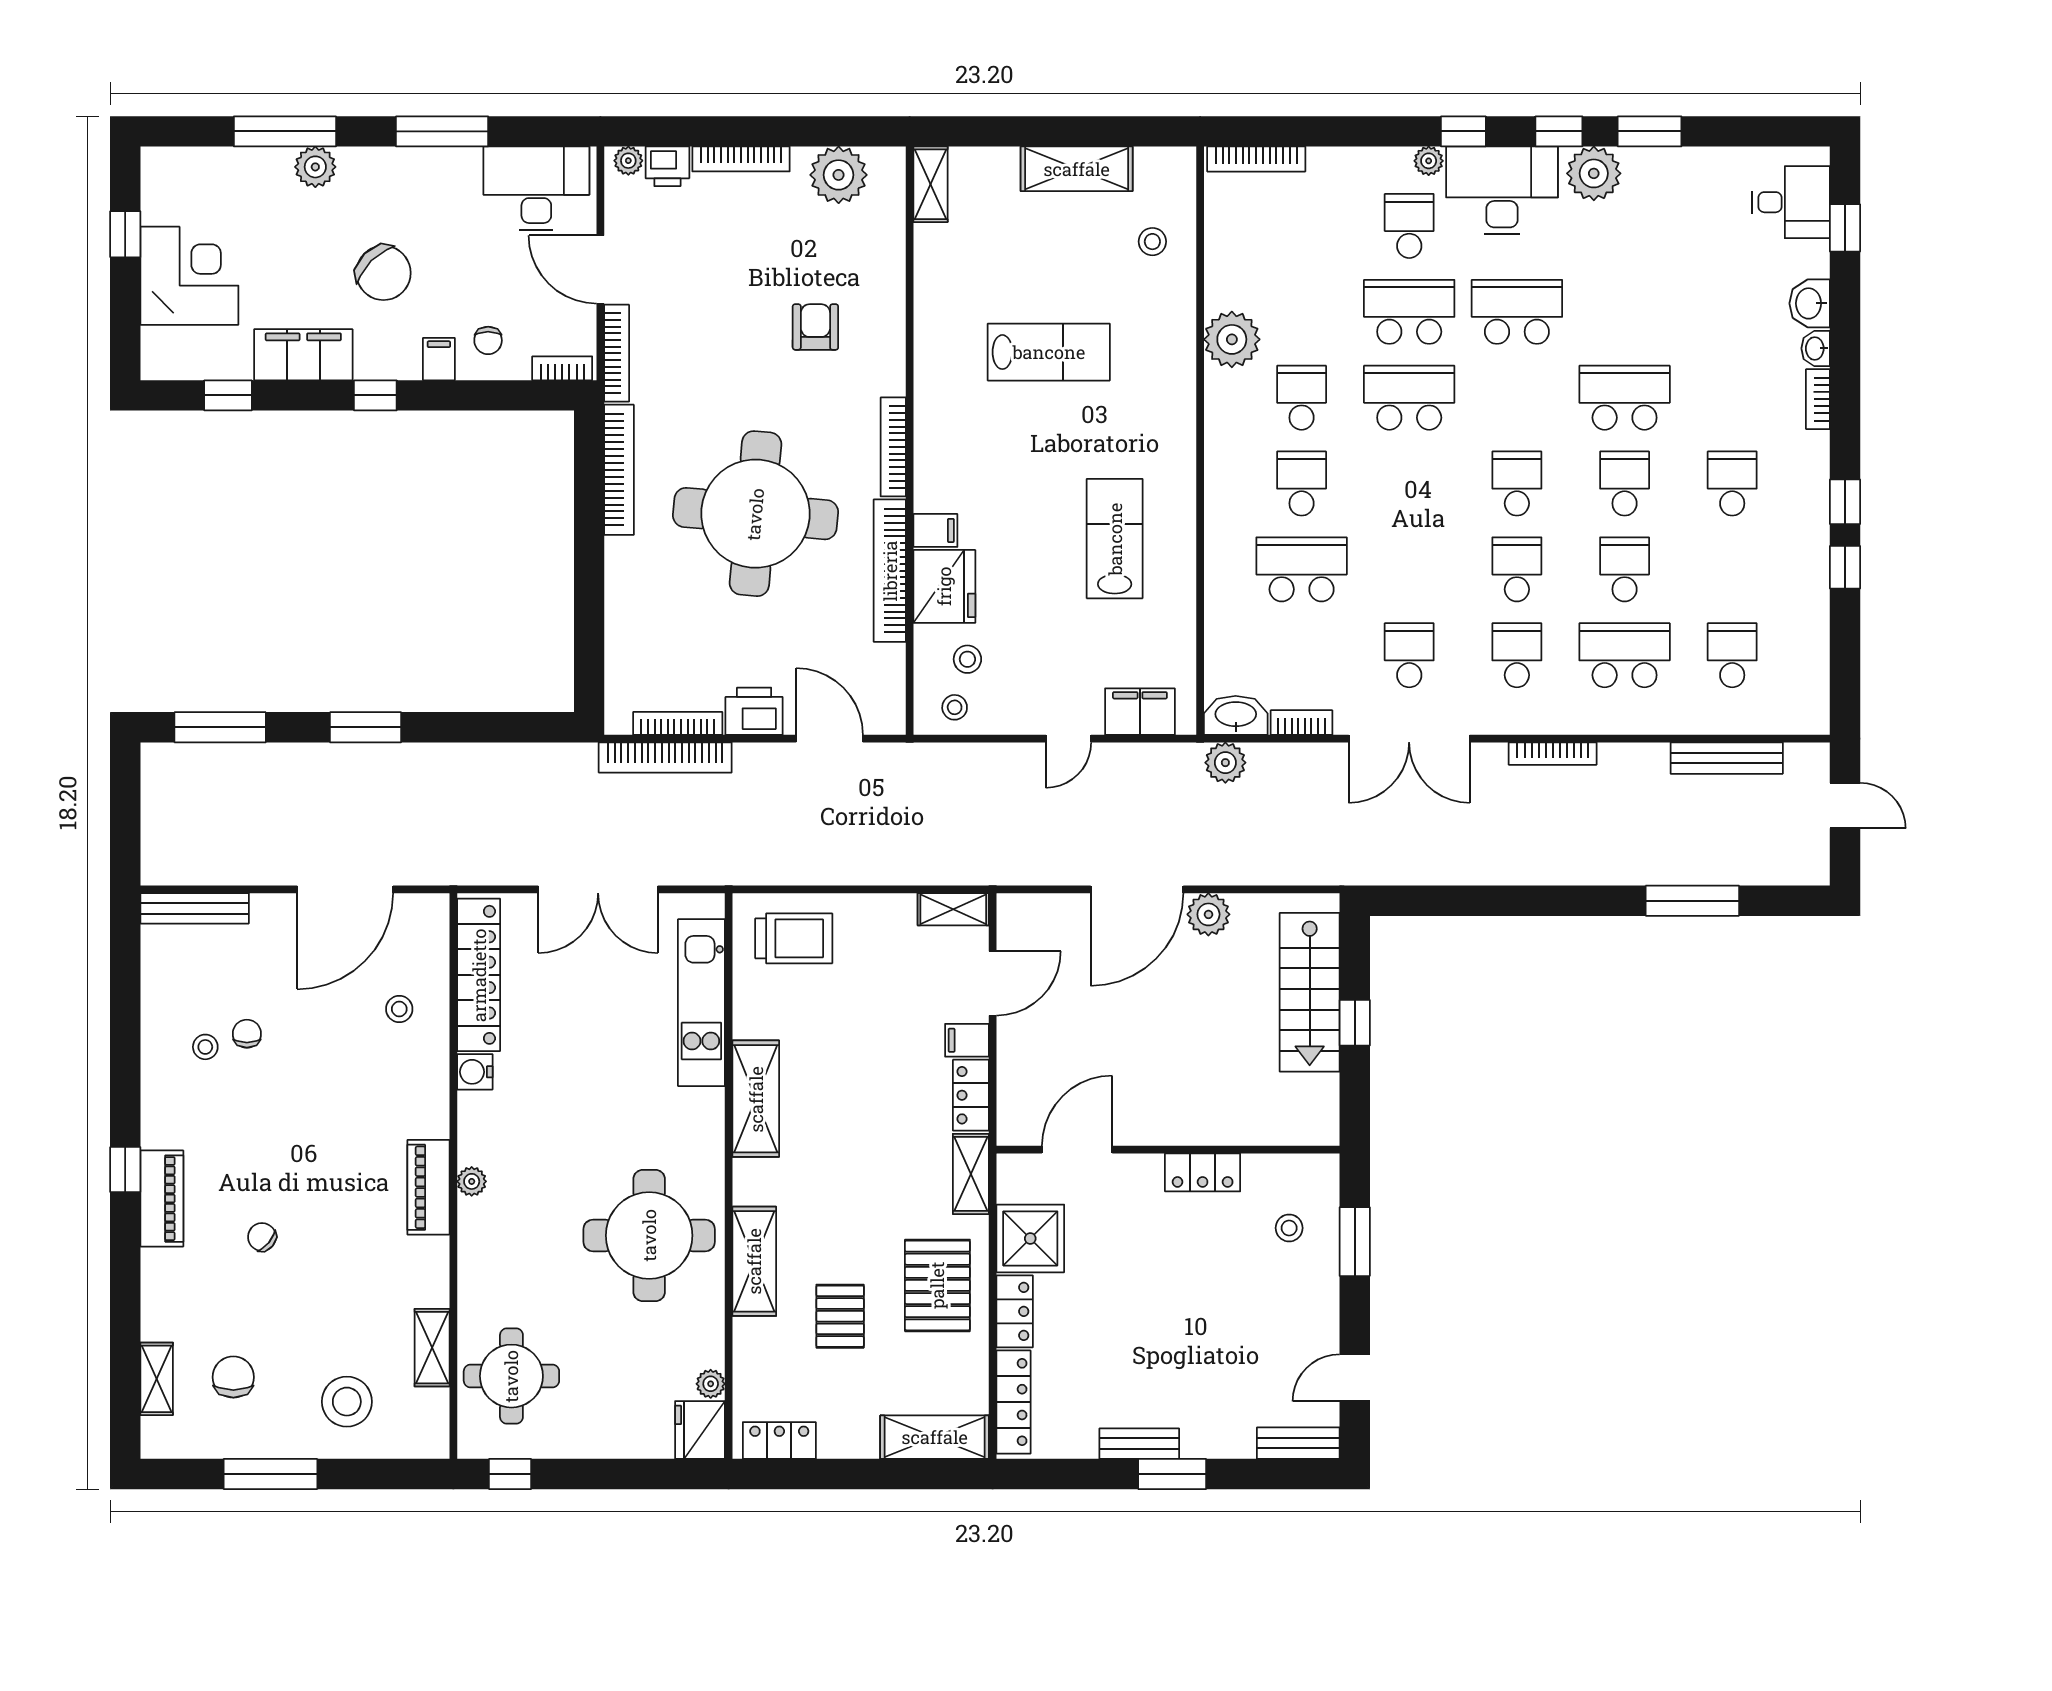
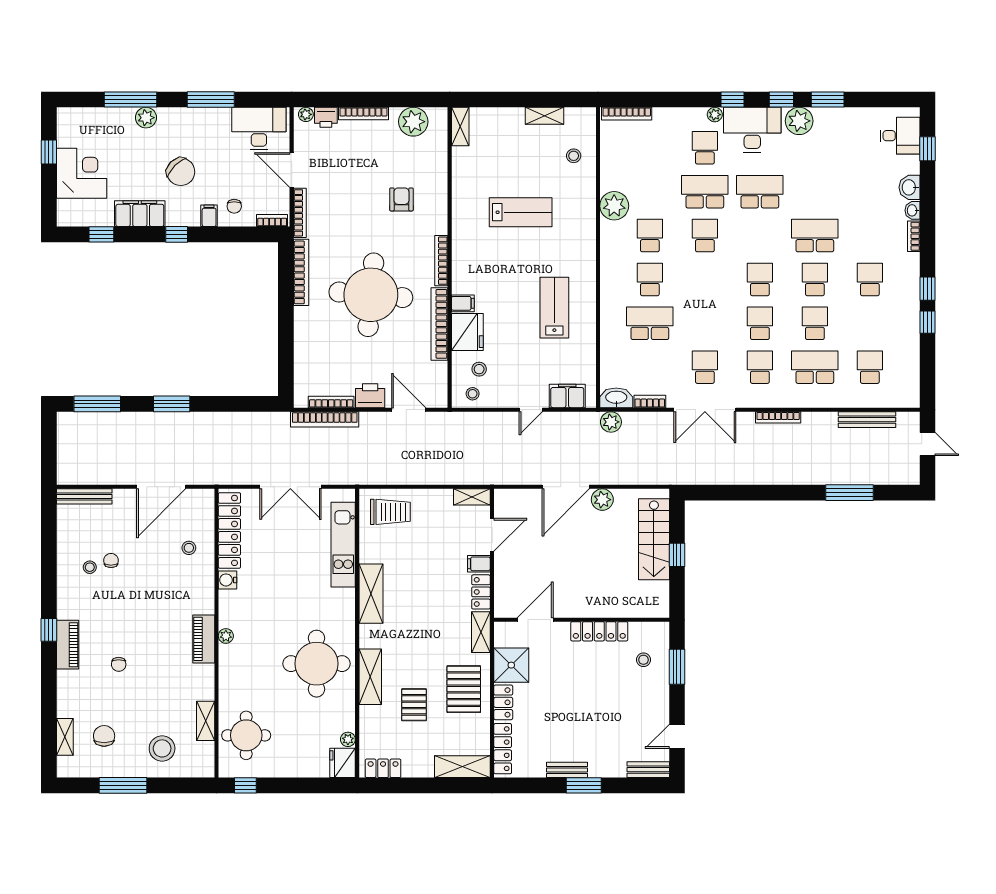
shelving: (1077, 169) -> (544, 116), width x0.67, depth x0.75
school desk: (1409, 398) -> (705, 236), width x0.54
locker: (1203, 1172) -> (599, 631), width x1.53
chair: (262, 1237) -> (119, 664), turned -130

